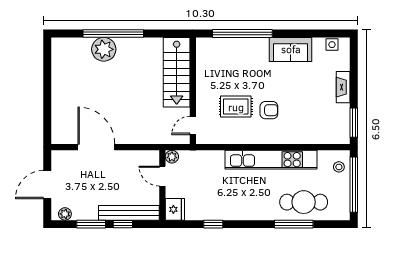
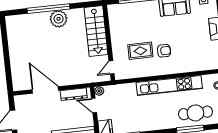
plant: (104, 49) -> (59, 19), moved
dresser: (136, 157) -> (74, 94), added

